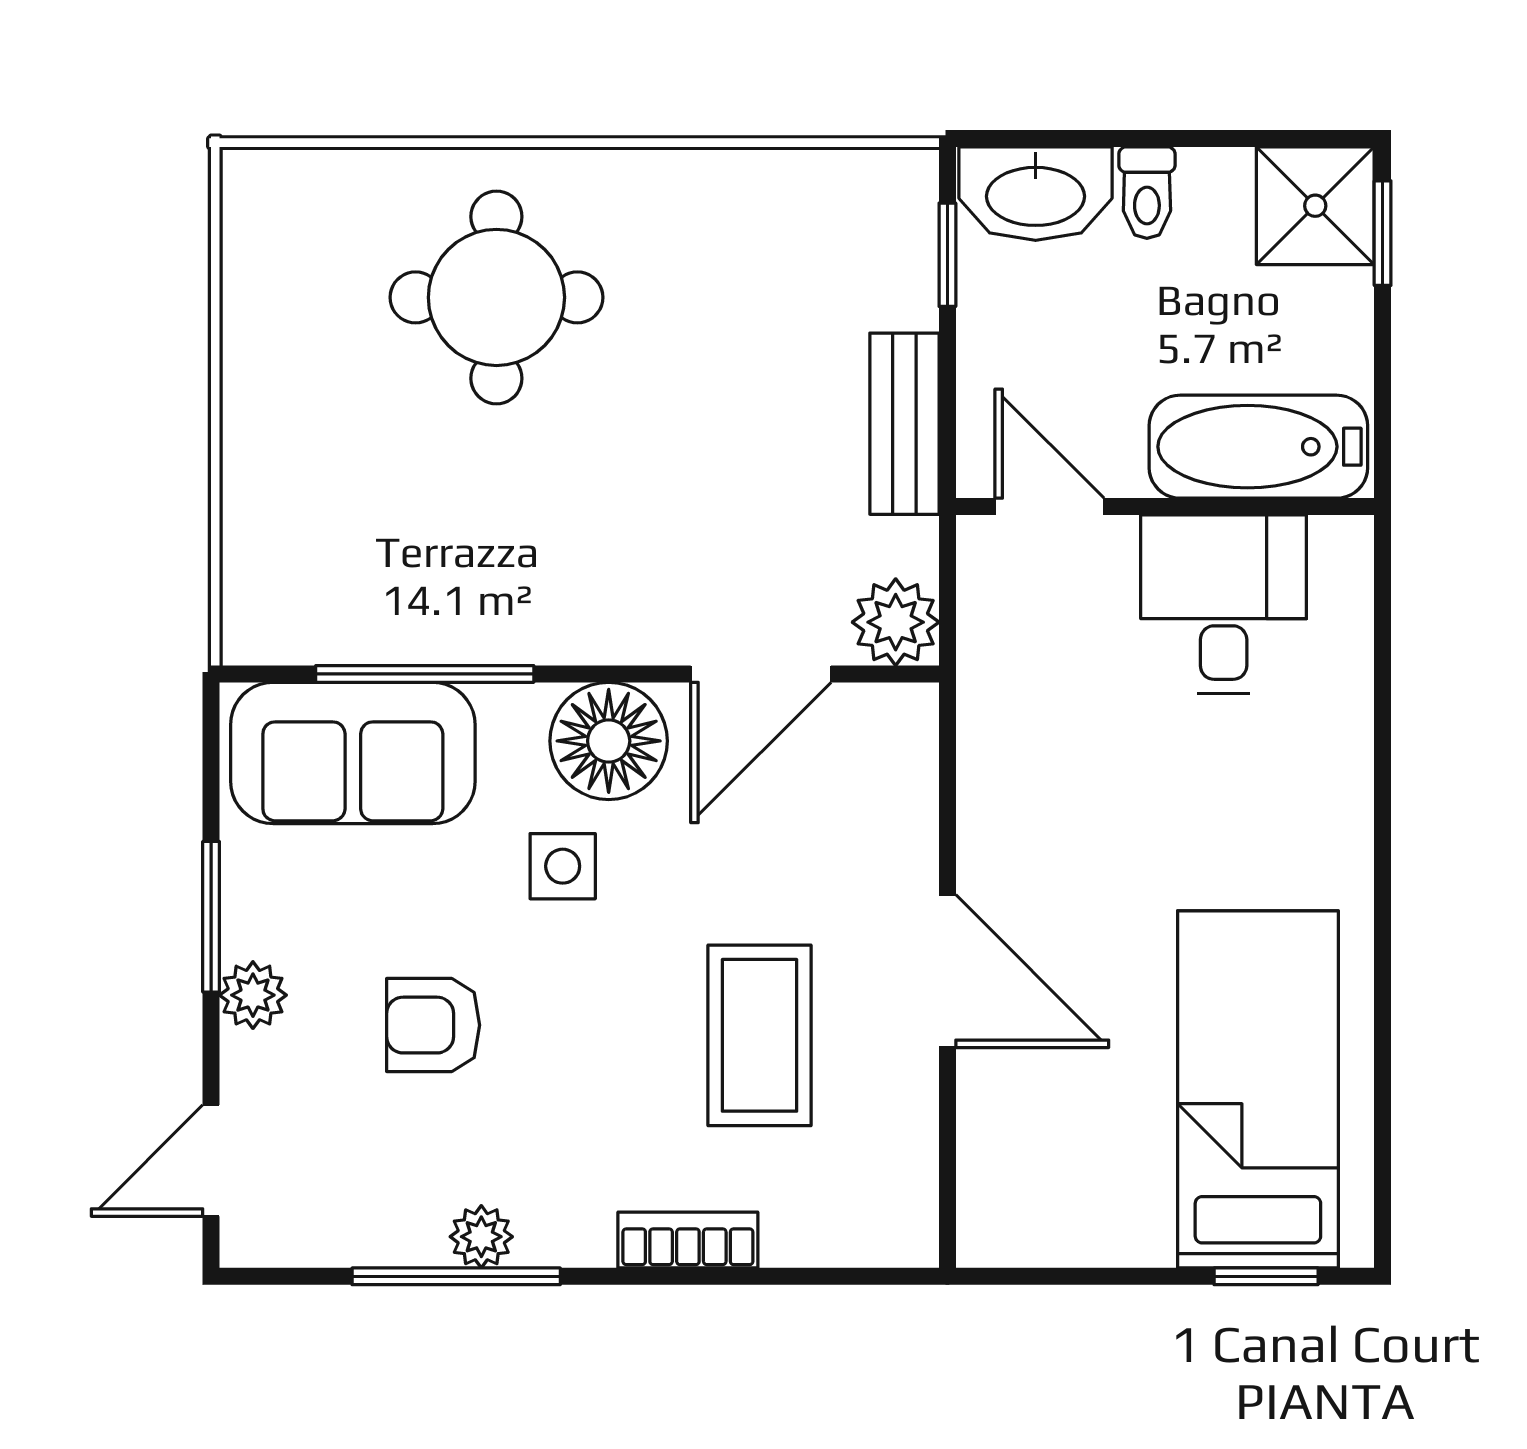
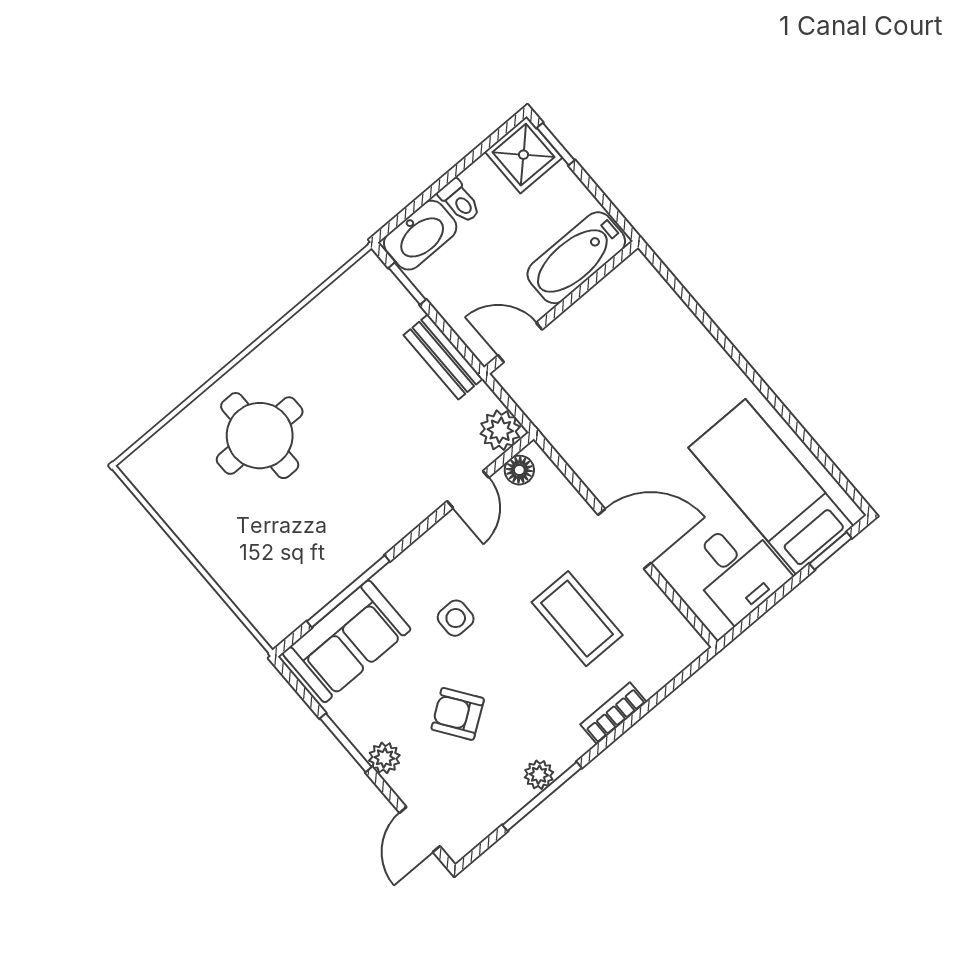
desk: (1224, 604) -> (737, 570), moved, turned 180
door: (761, 674) -> (468, 489), width x0.73
floor lamp: (609, 741) -> (519, 470), moved, width x0.53, depth x0.53
armchair: (433, 1025) -> (458, 714), turned 55

